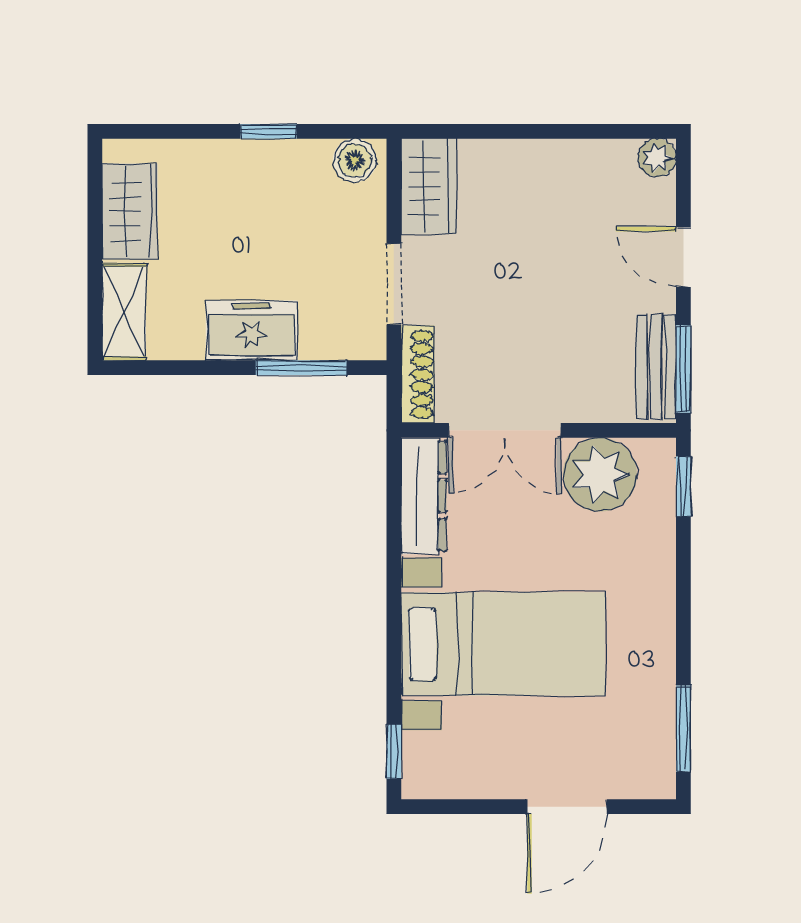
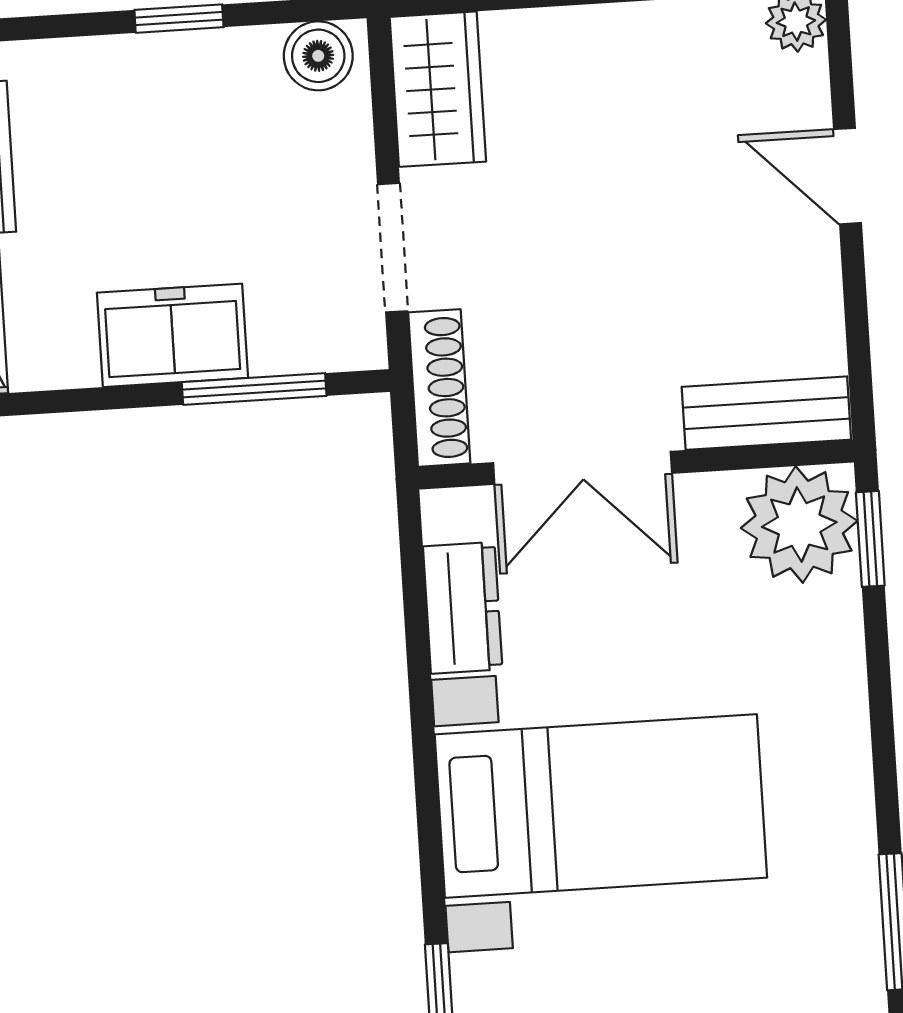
bench: (656, 367) -> (766, 413), moved, turned 90
window: (683, 369) -> (859, 353), removed
plant: (600, 475) -> (799, 524), moved
dresser: (424, 496) -> (463, 608), width x0.70

